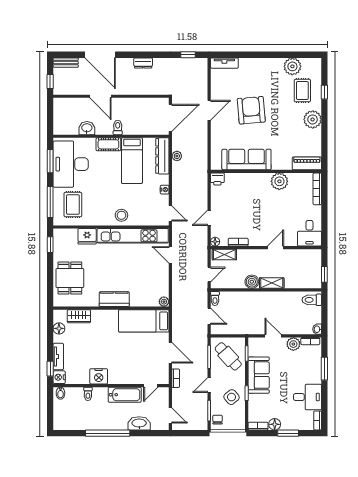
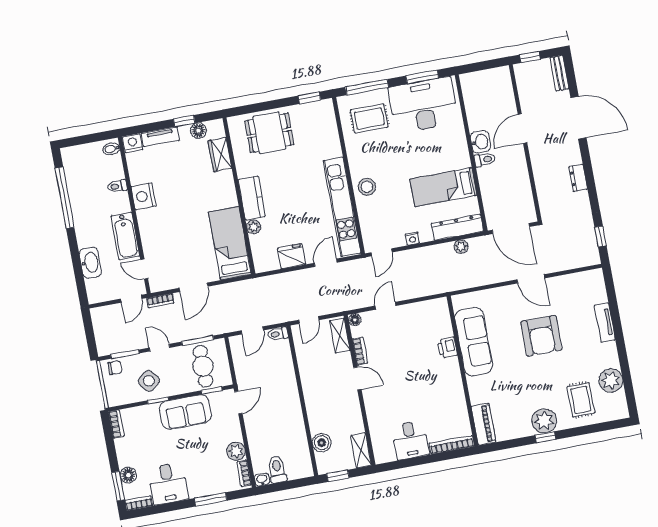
door: (100, 55) -> (578, 118), swing flipped
tv unit: (224, 63) -> (605, 323), moved
rug: (302, 91) -> (581, 400), turned 90
window: (324, 92) -> (545, 437), moved
armchair: (251, 110) -> (541, 336), turned 95
washbasin: (87, 128) -> (480, 142), moved
cot: (108, 144) -> (460, 151), removed
printer: (217, 179) -> (448, 348), moved
plant: (279, 181) -> (452, 392), removed
door: (209, 218) -> (385, 306), hinge flipped
desk: (309, 233) -> (410, 440), moved, turned -90
fridge: (87, 236) -> (292, 256), moved, turned 90
door: (276, 248) -> (357, 378), moved
door: (209, 275) -> (309, 320), hinge flipped
boiler: (252, 282) -> (322, 443), moved
shelving: (272, 283) -> (361, 450), moved
toilet: (312, 300) -> (277, 469), moved
plant: (164, 302) -> (254, 227), moved
door: (273, 336) -> (238, 403), moved
cafe table: (228, 356) -> (203, 366), turned -48
window: (50, 369) -> (184, 121), moved
door: (170, 415) -> (131, 299), moved
floor lamp: (275, 424) -> (128, 475), moved
window: (108, 433) -> (65, 198), moved
window: (288, 433) -> (118, 486), moved

